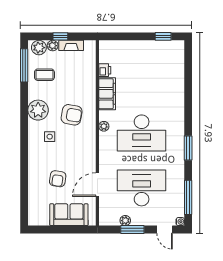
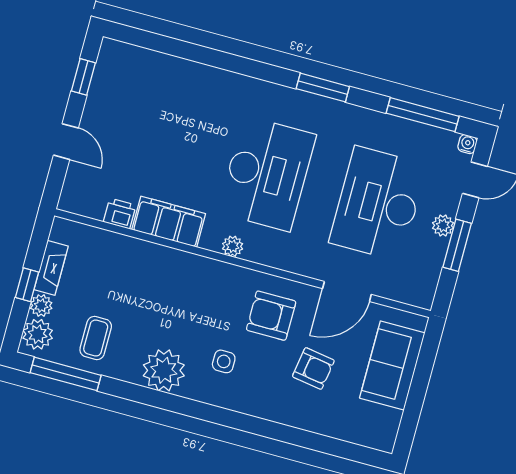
door: (131, 36) -> (66, 142), added
armchair: (72, 115) -> (271, 316), moved, turned -100
door: (97, 185) -> (347, 291), hinge flipped
plant: (125, 221) -> (443, 225), moved

